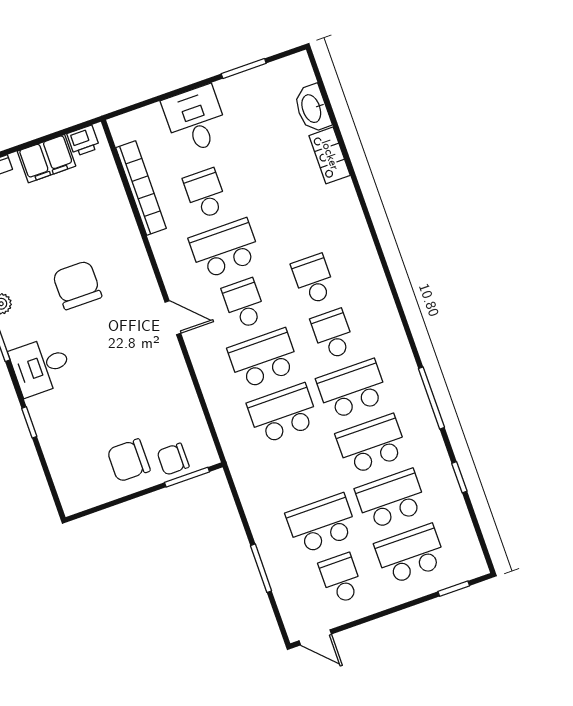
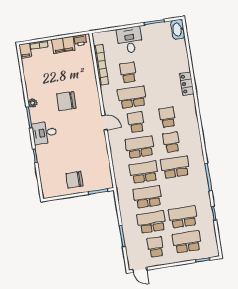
washbasin: (312, 108) -> (178, 29), moved
locker: (330, 155) -> (187, 84), moved
chair: (77, 285) -> (66, 101), turned -90
school desk: (372, 444) -> (148, 197), moved
chair: (173, 459) -> (93, 183), removed

